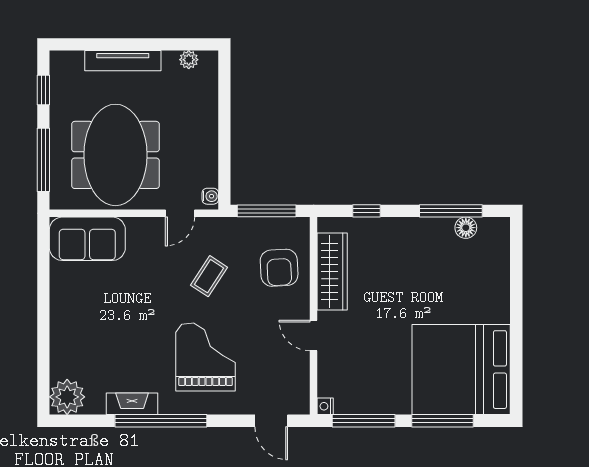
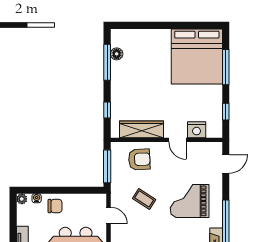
plant: (189, 60) -> (22, 199), moved
chair: (197, 119) -> (55, 206), added
water cooler: (210, 196) -> (37, 198), moved
door: (314, 335) -> (178, 140), hinge flipped
nightstand: (325, 406) -> (197, 130), moved, width x1.89, depth x1.79
window: (364, 421) -> (226, 112), width x0.46

